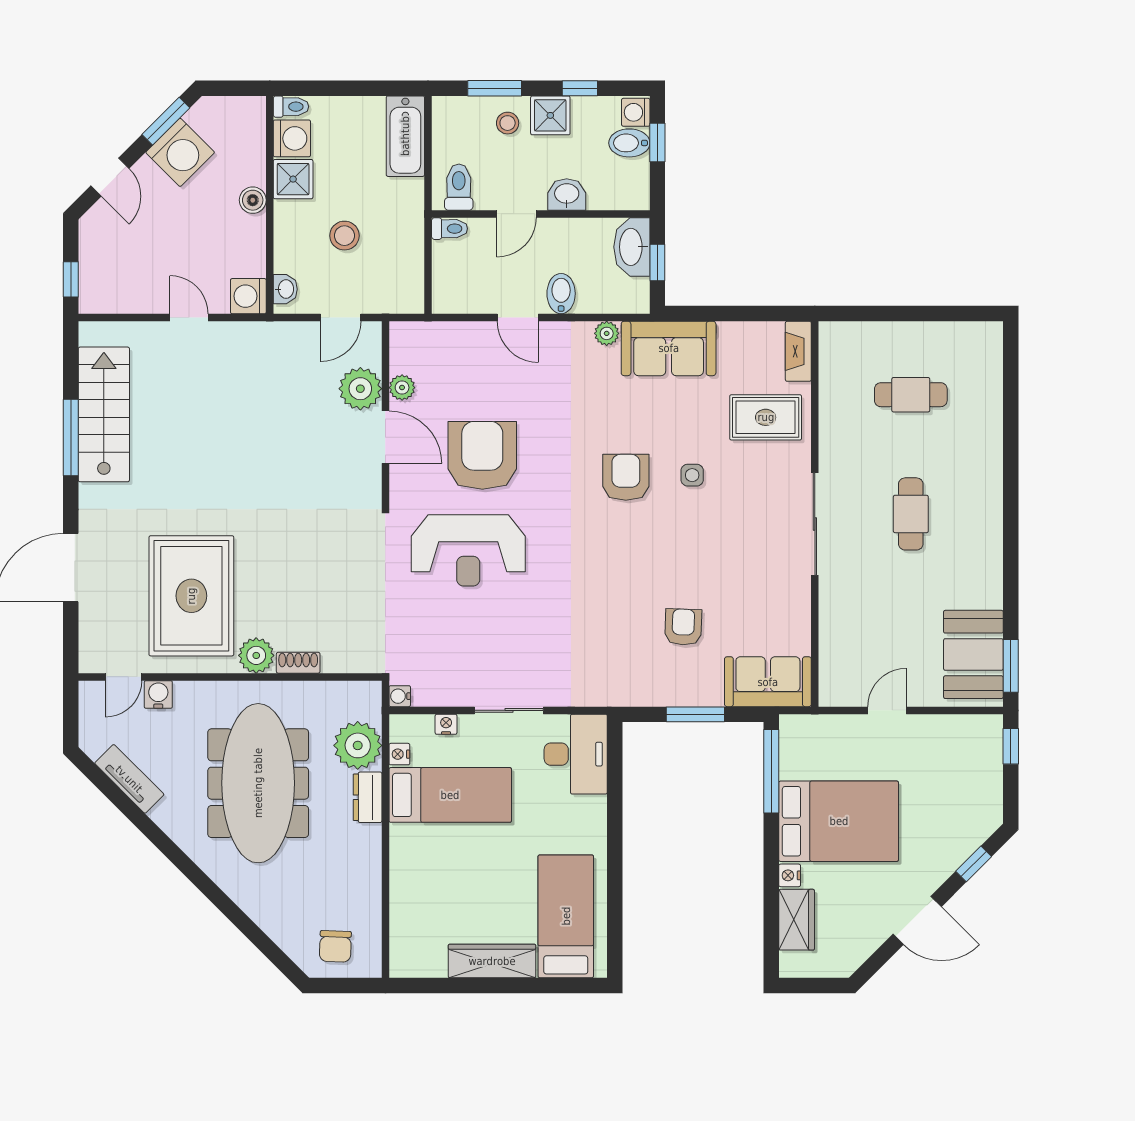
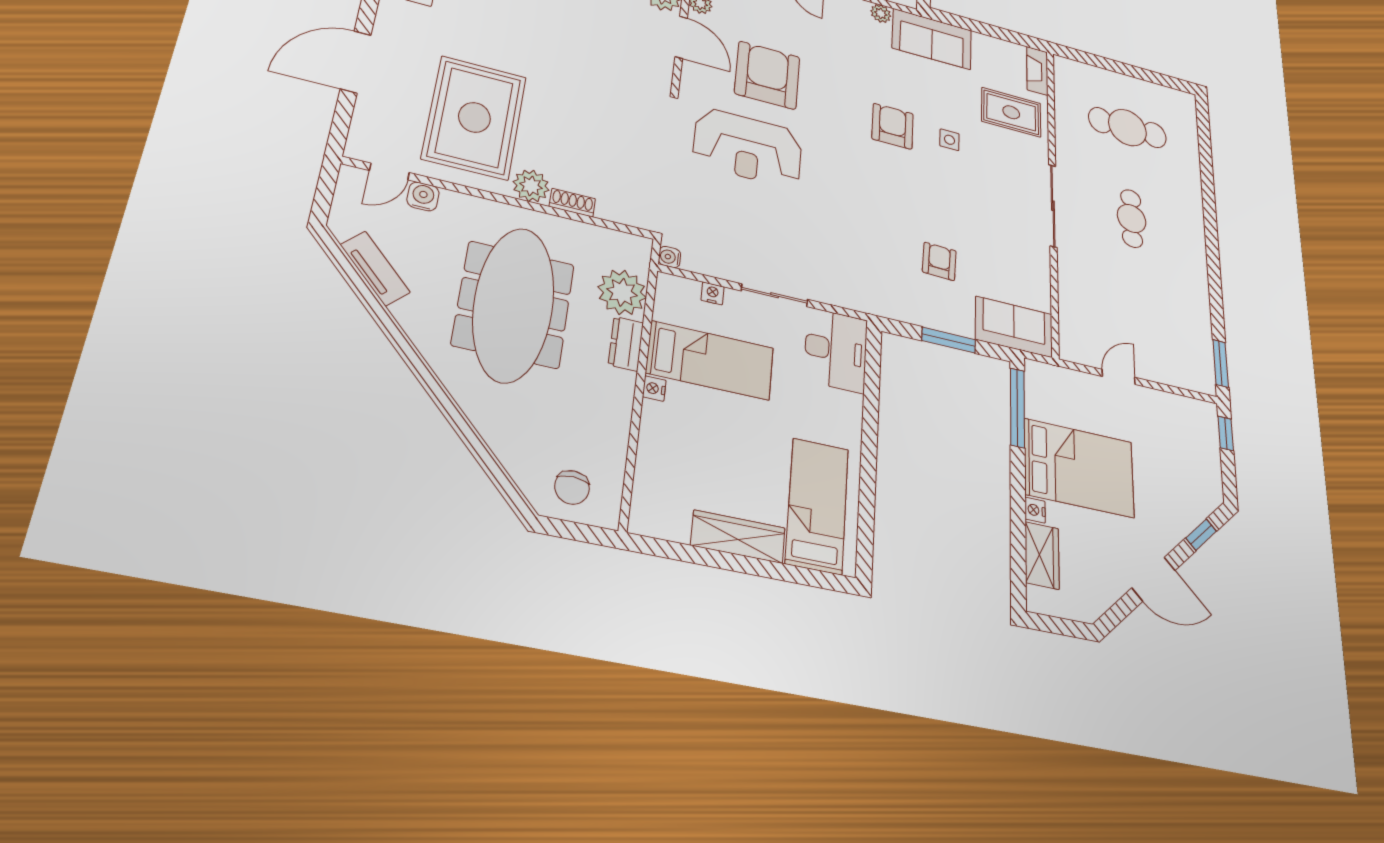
cafe table: (911, 395) -> (1127, 128), width x1.37, depth x1.35
booth: (973, 654) -> (1189, 346), removed
nightstand: (399, 754) -> (654, 388), moved

